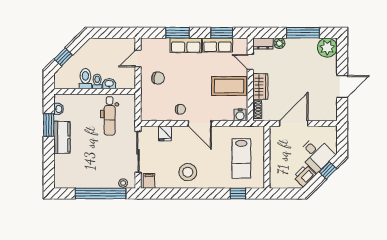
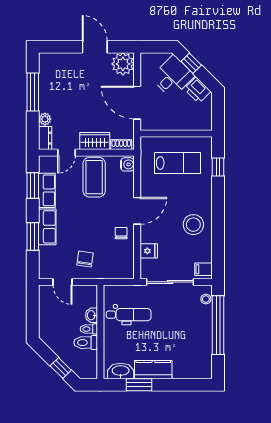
plant: (327, 48) -> (123, 64), moved
washbasin: (59, 109) -> (121, 371), width x1.91, depth x1.45

